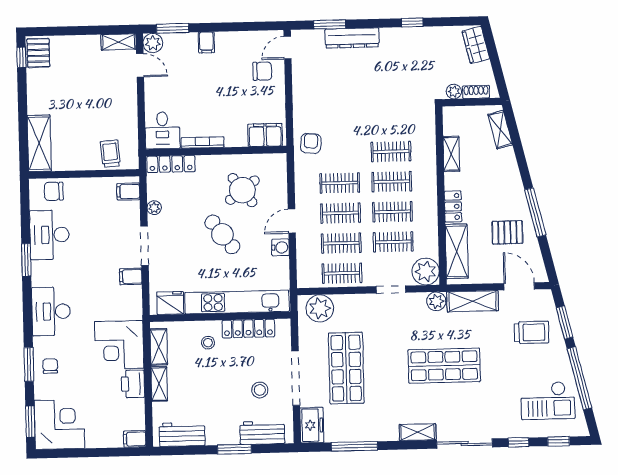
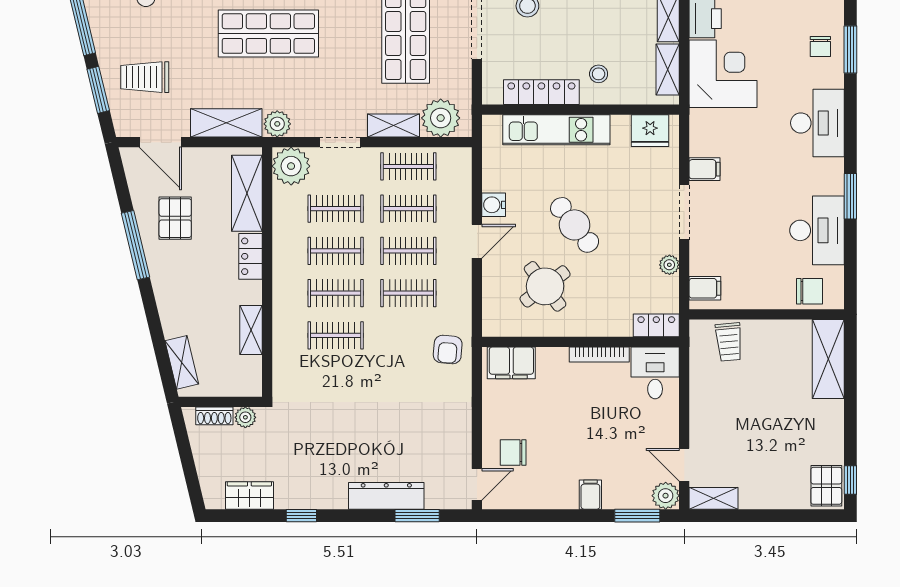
wardrobe: (476, 45) -> (249, 495), moved, turned -76
locker: (171, 164) -> (656, 325), width x0.66
pallet: (507, 232) -> (175, 218), turned 90
kitchen unit: (237, 302) -> (556, 130), width x0.73
shelving: (353, 302) -> (394, 125), added

